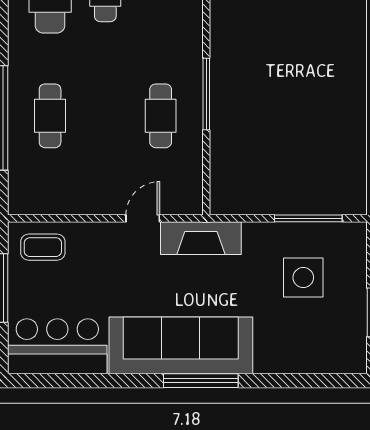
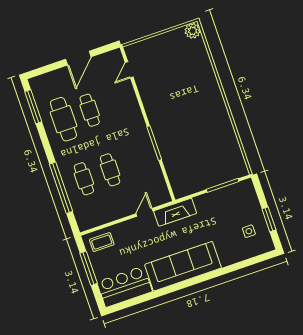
cafe table: (161, 116) -> (110, 170), moved
side table: (303, 278) -> (249, 231), moved, width x0.54, depth x0.54
window: (201, 381) -> (198, 280), removed

